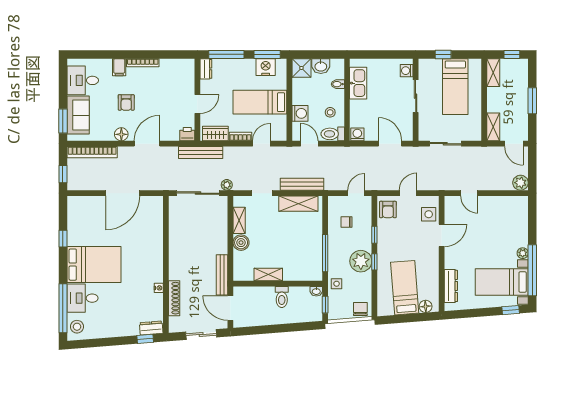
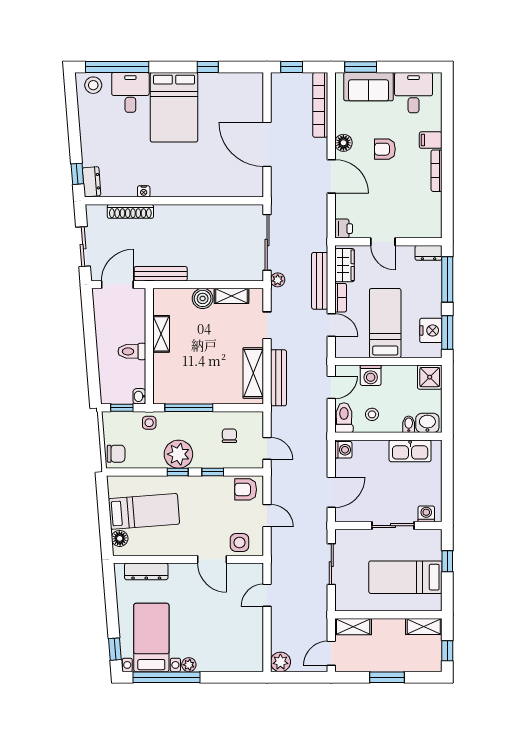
washbasin: (321, 66) -> (427, 423), moved, turned 90
bench: (201, 153) -> (320, 281), moved

